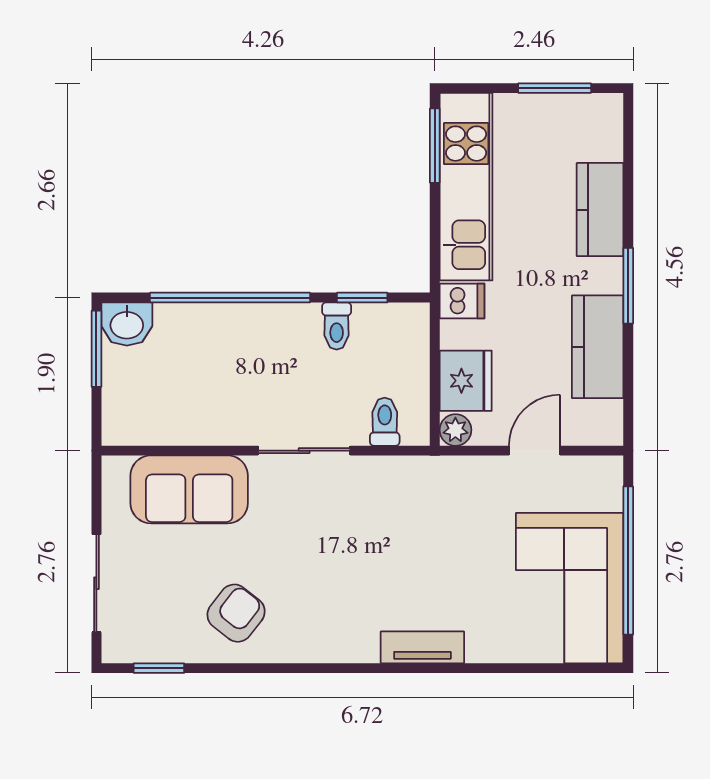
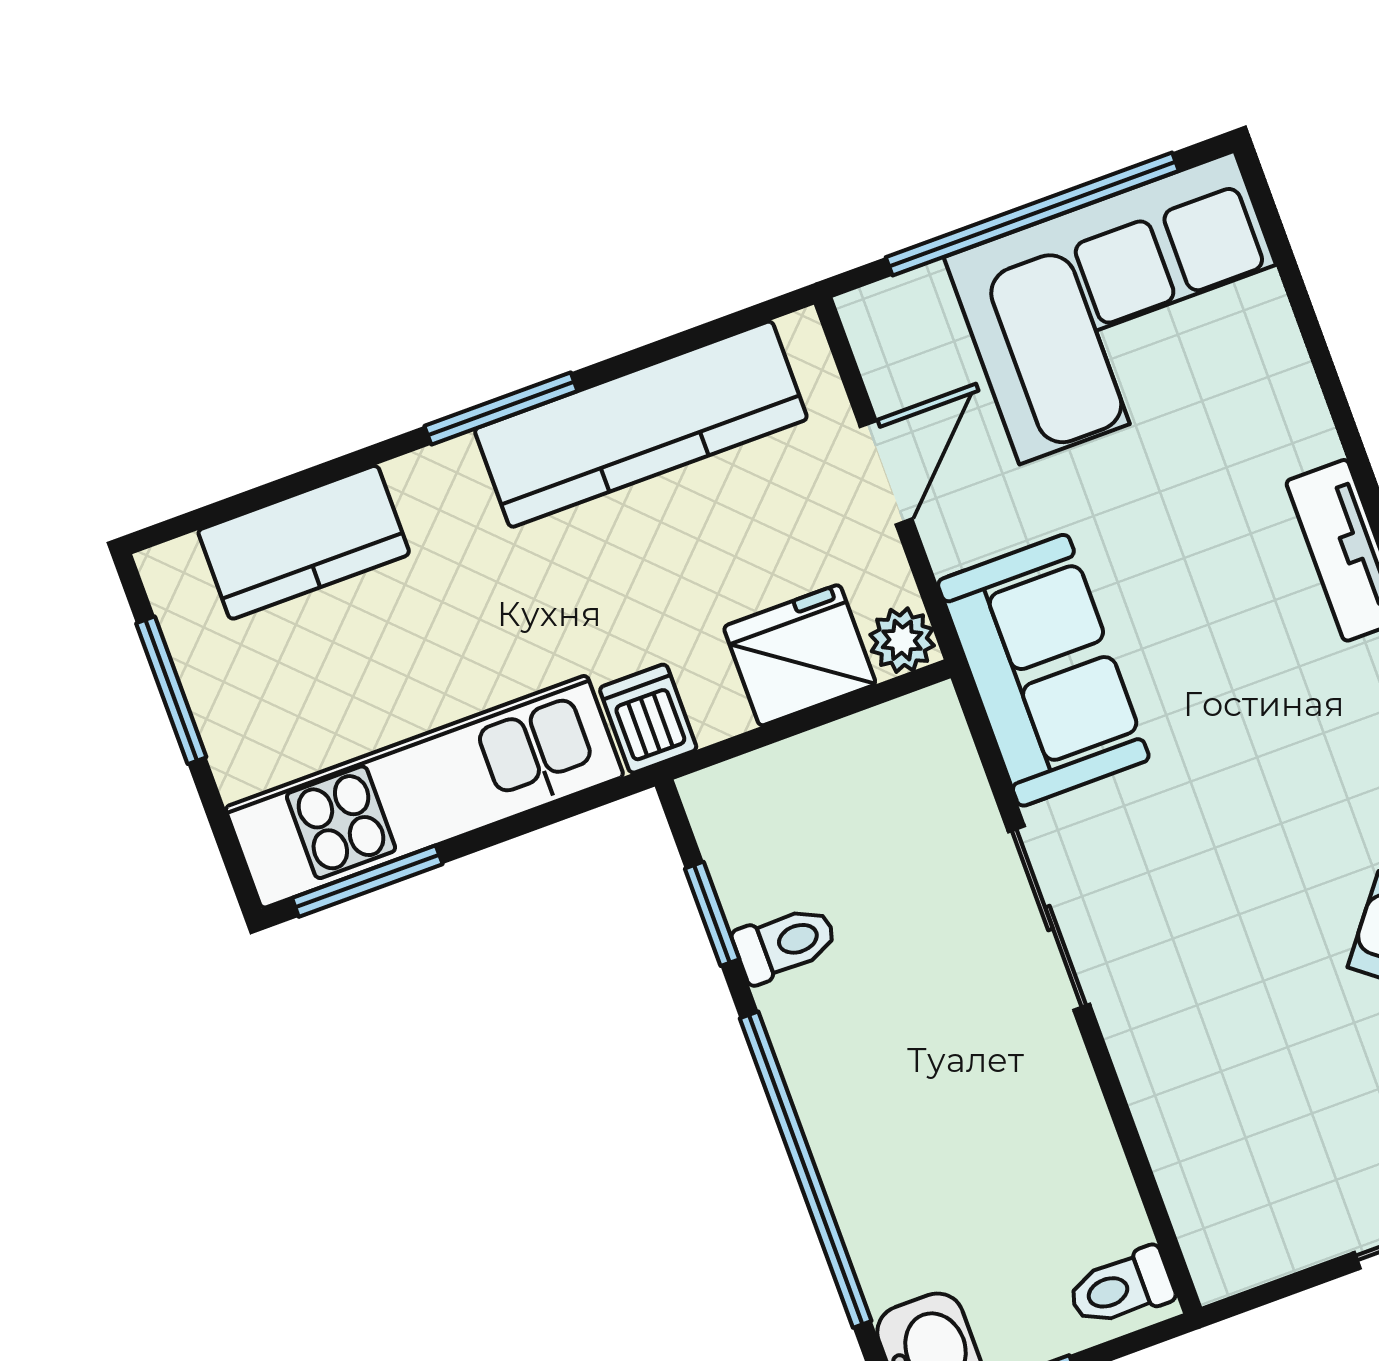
kitchen counter: (600, 210) -> (304, 542), moved
kitchen counter: (598, 347) -> (641, 424), width x1.50
toilet: (385, 422) -> (1121, 1288), moved
door: (535, 451) -> (886, 473), swing flipped
sofa: (189, 489) -> (1043, 670), moved

